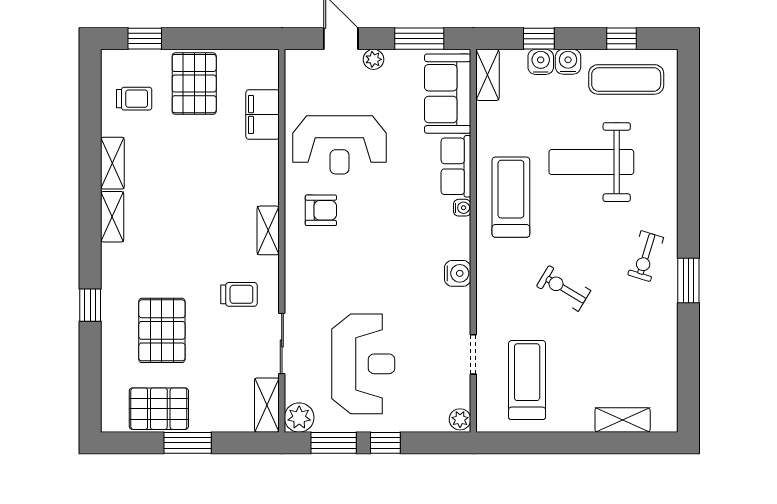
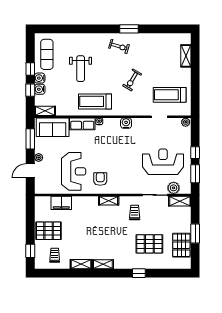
window: (621, 39) -> (30, 69), moved
weight bench: (591, 162) -> (81, 69), width x0.73, depth x0.75
plant: (299, 418) -> (174, 188), moved

